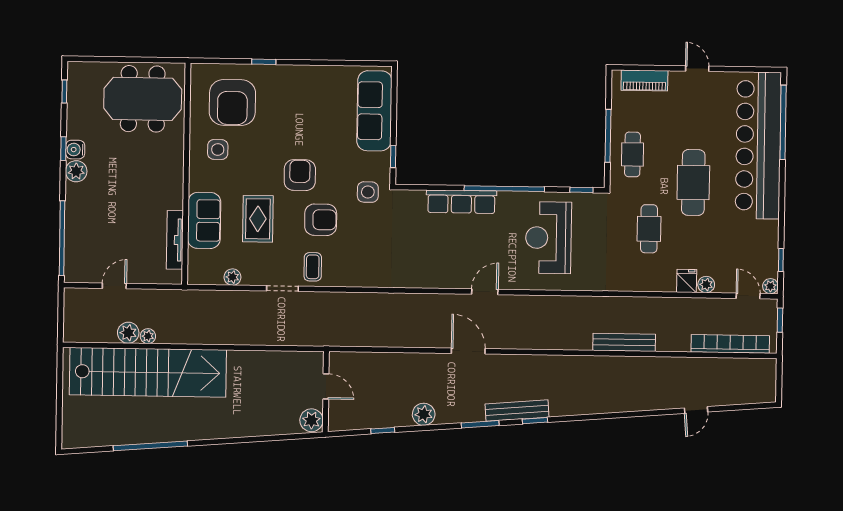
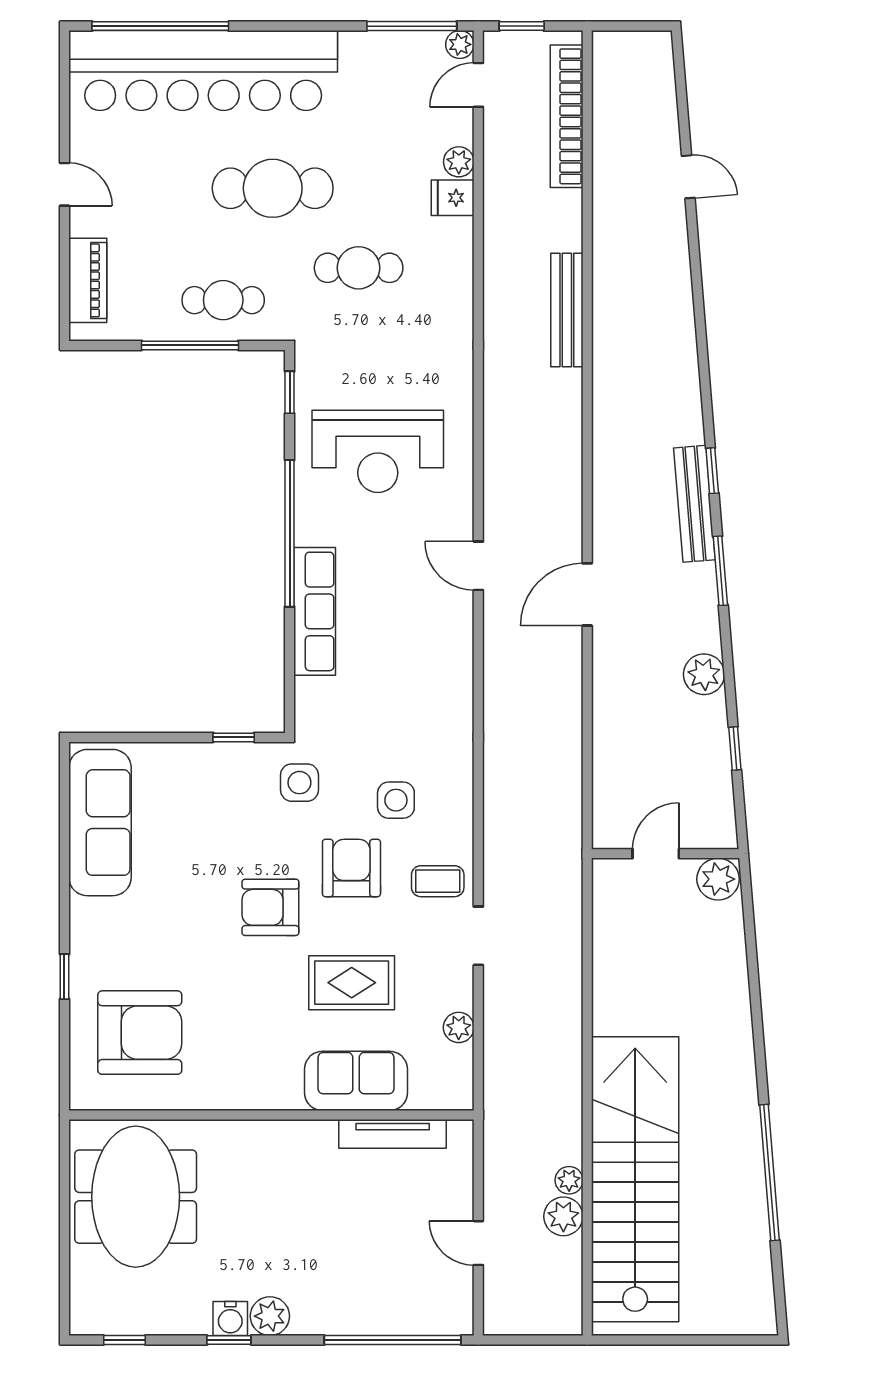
door: (697, 69) -> (64, 184), swing flipped
sofa: (374, 111) -> (100, 823), moved, turned -90
side table: (218, 150) -> (396, 800), moved
window: (781, 260) -> (412, 26), width x2.17

